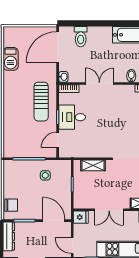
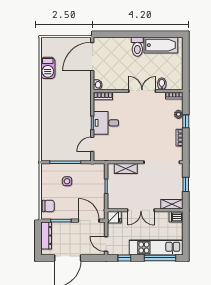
toilet: (81, 37) -> (137, 47), moved
double door: (99, 83) -> (142, 91), moved
sun lounger: (41, 102) -> (77, 108), removed
side table: (45, 175) -> (67, 181), moved

